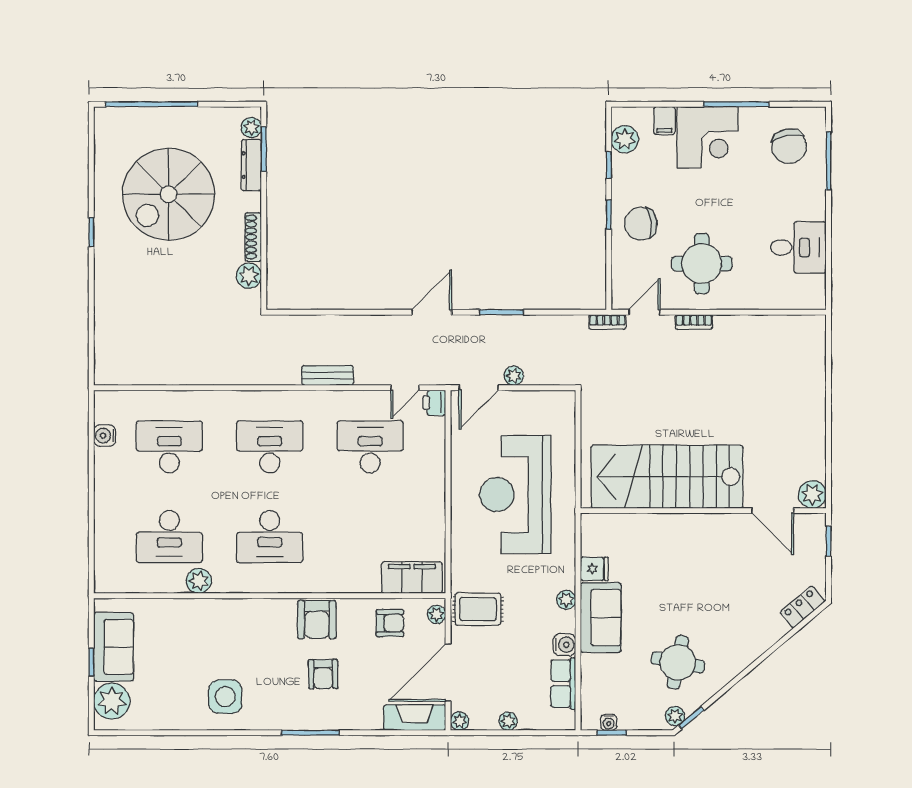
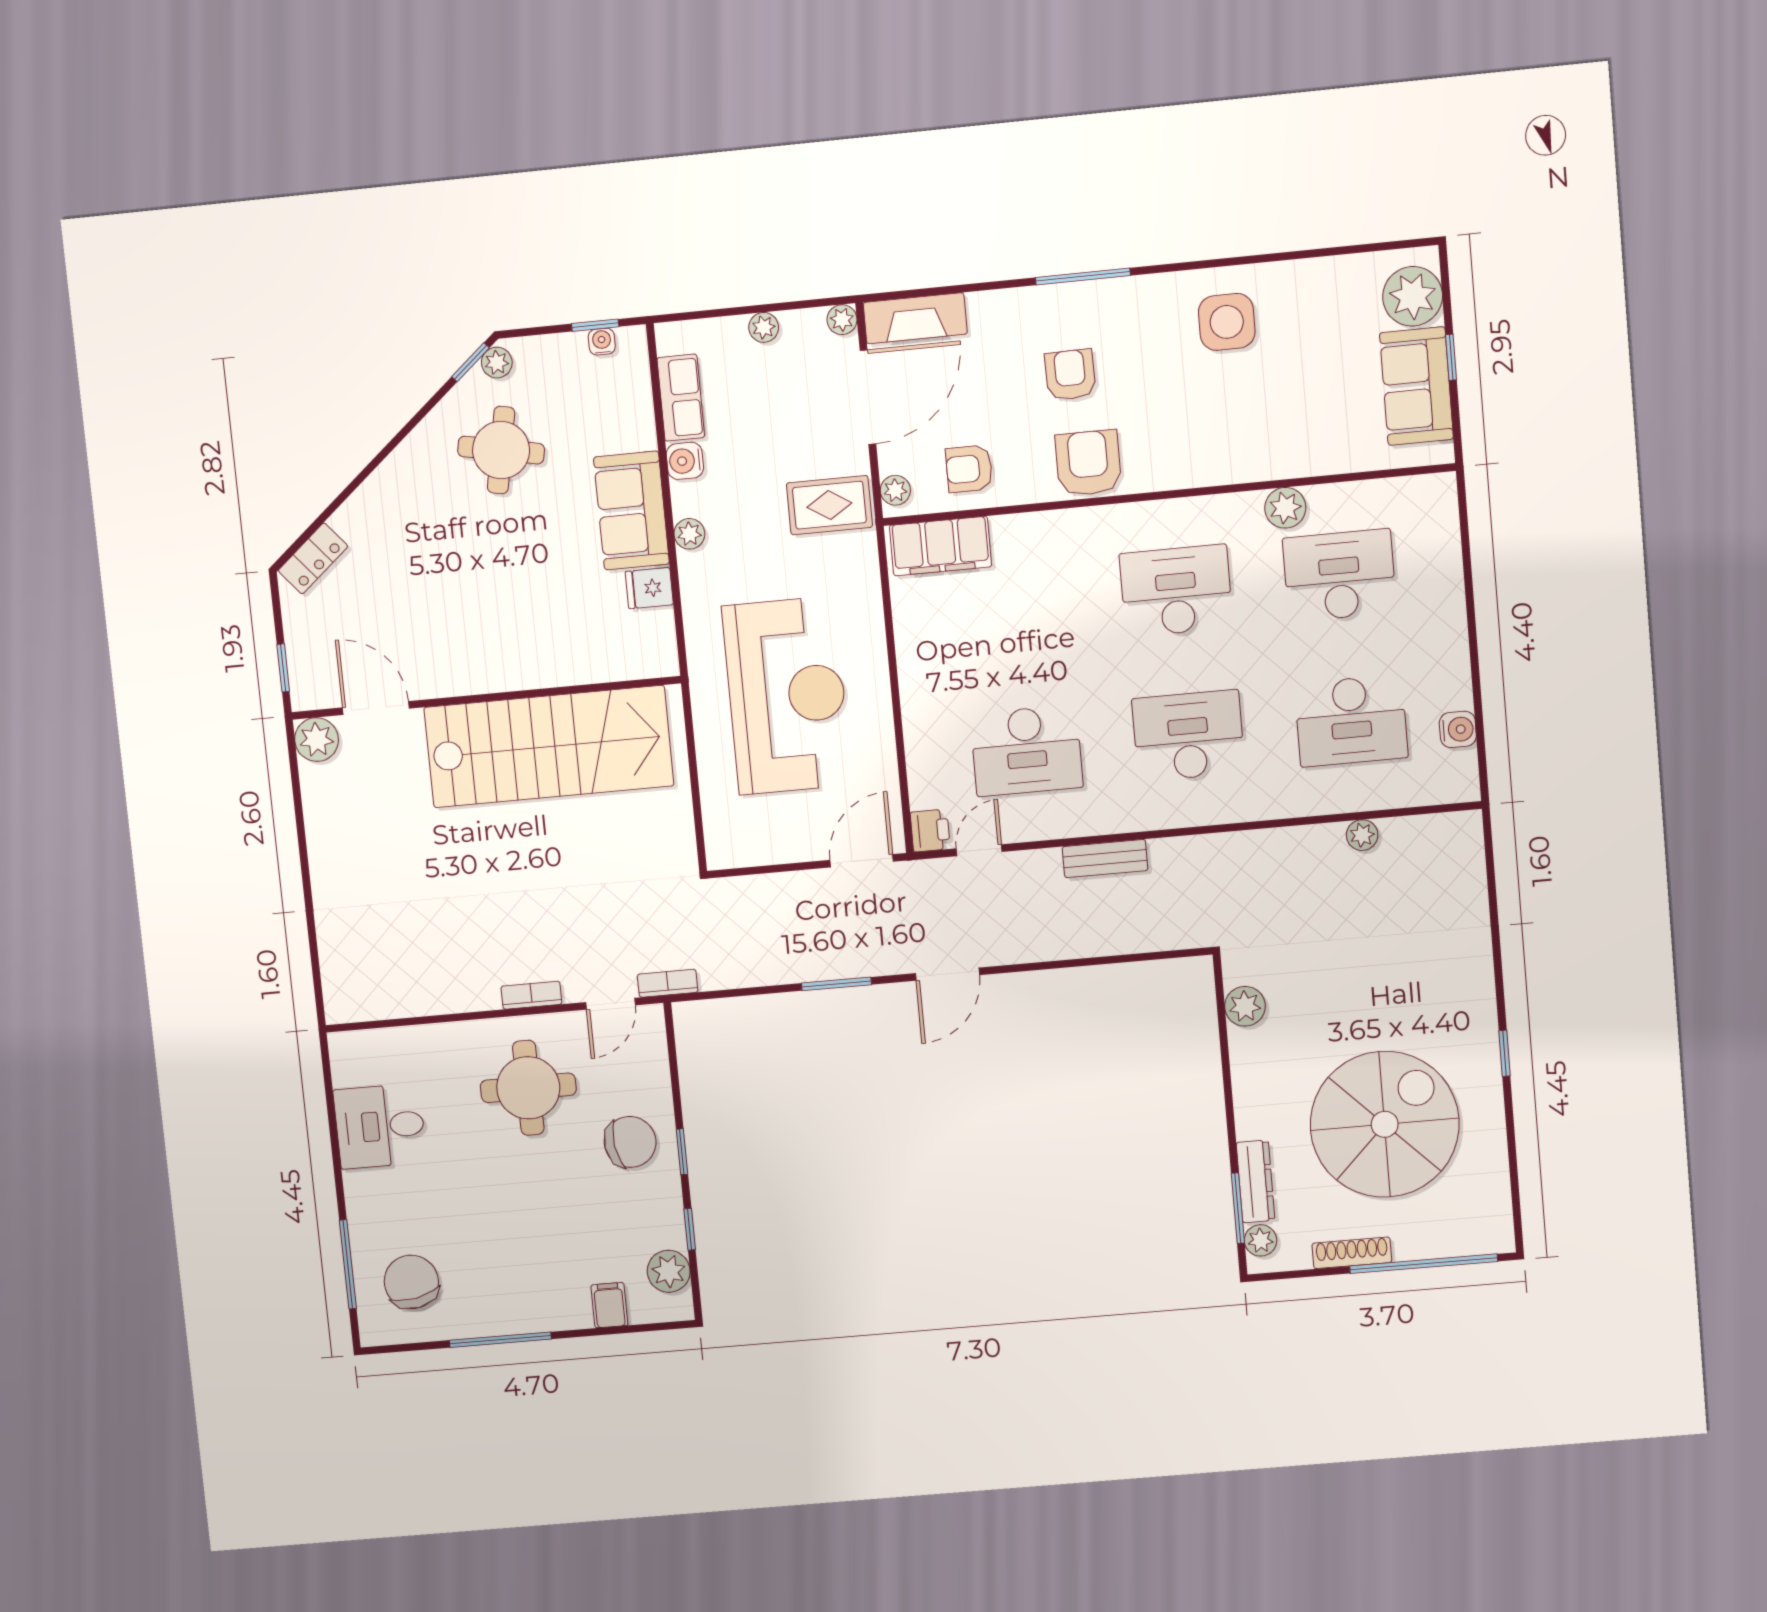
corner desk: (708, 137) -> (539, 1285), removed
shoe rack: (253, 237) -> (1352, 1253), moved, turned -90
plant: (514, 376) -> (1362, 835), moved
desk: (270, 447) -> (1188, 736), turned 180

